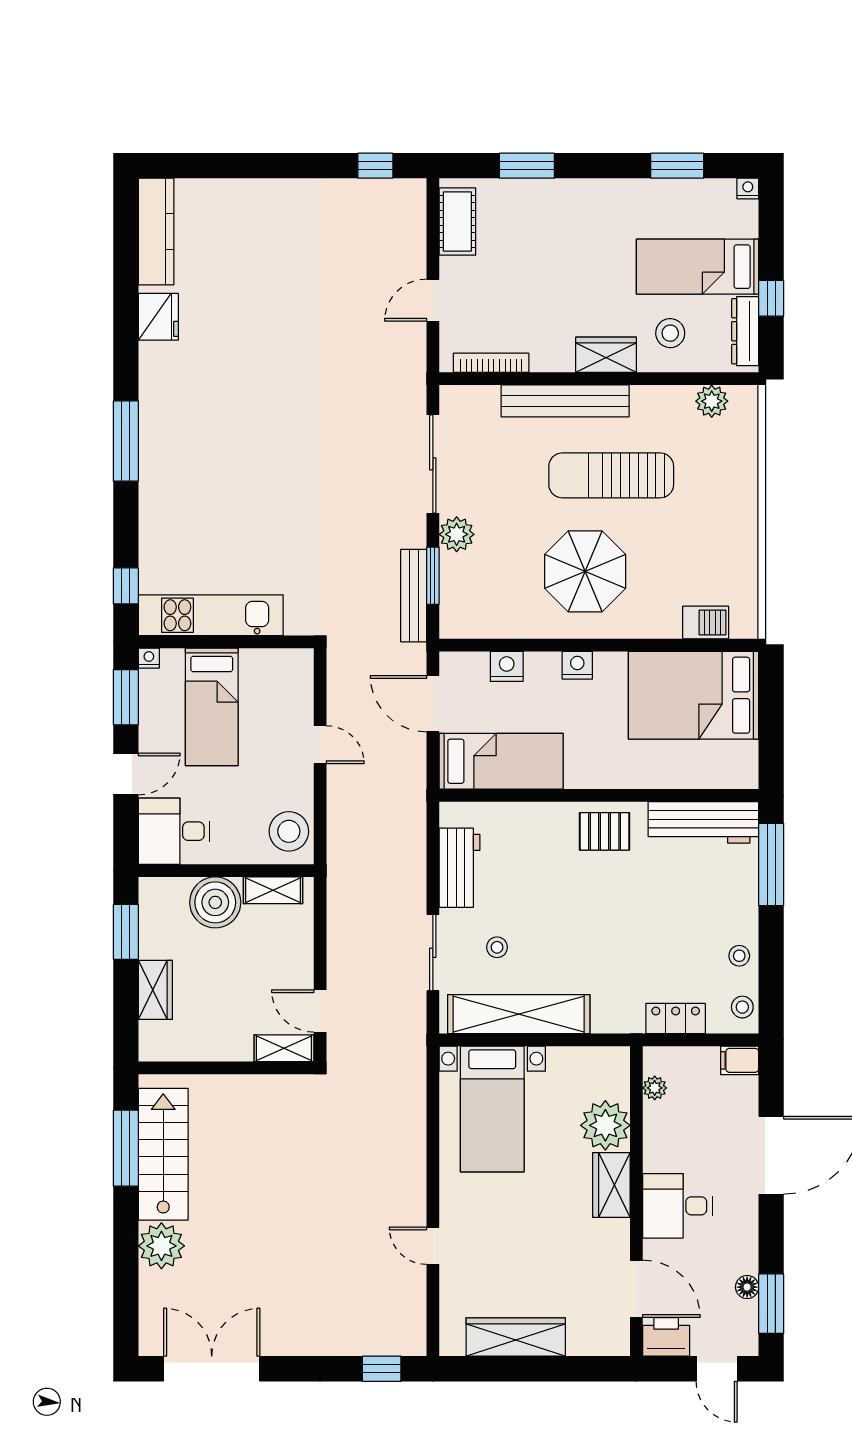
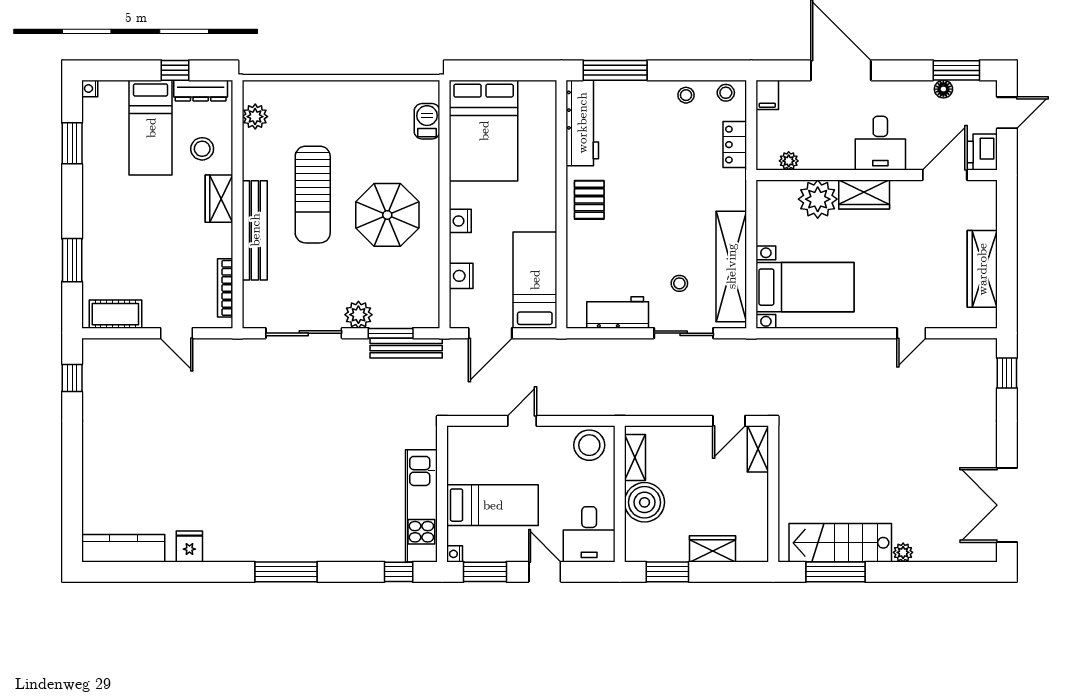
fridge: (158, 317) -> (189, 547), width x0.72
plant: (161, 1246) -> (903, 552), width x0.53, depth x0.53

